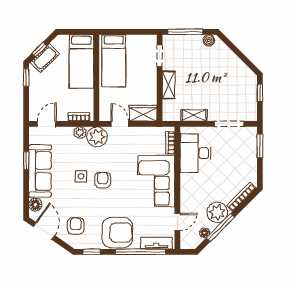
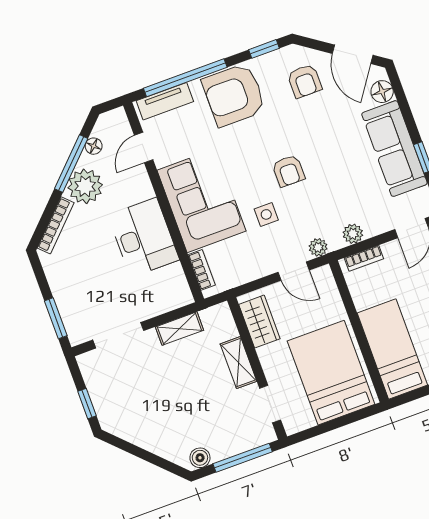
bed: (114, 61) -> (331, 373), width x1.50
wardrobe: (143, 113) -> (259, 322), moved, turned -90
plant: (97, 137) -> (318, 247), width x0.53, depth x0.53
desk: (195, 153) -> (144, 237), moved
side table: (81, 176) -> (266, 214), moved

